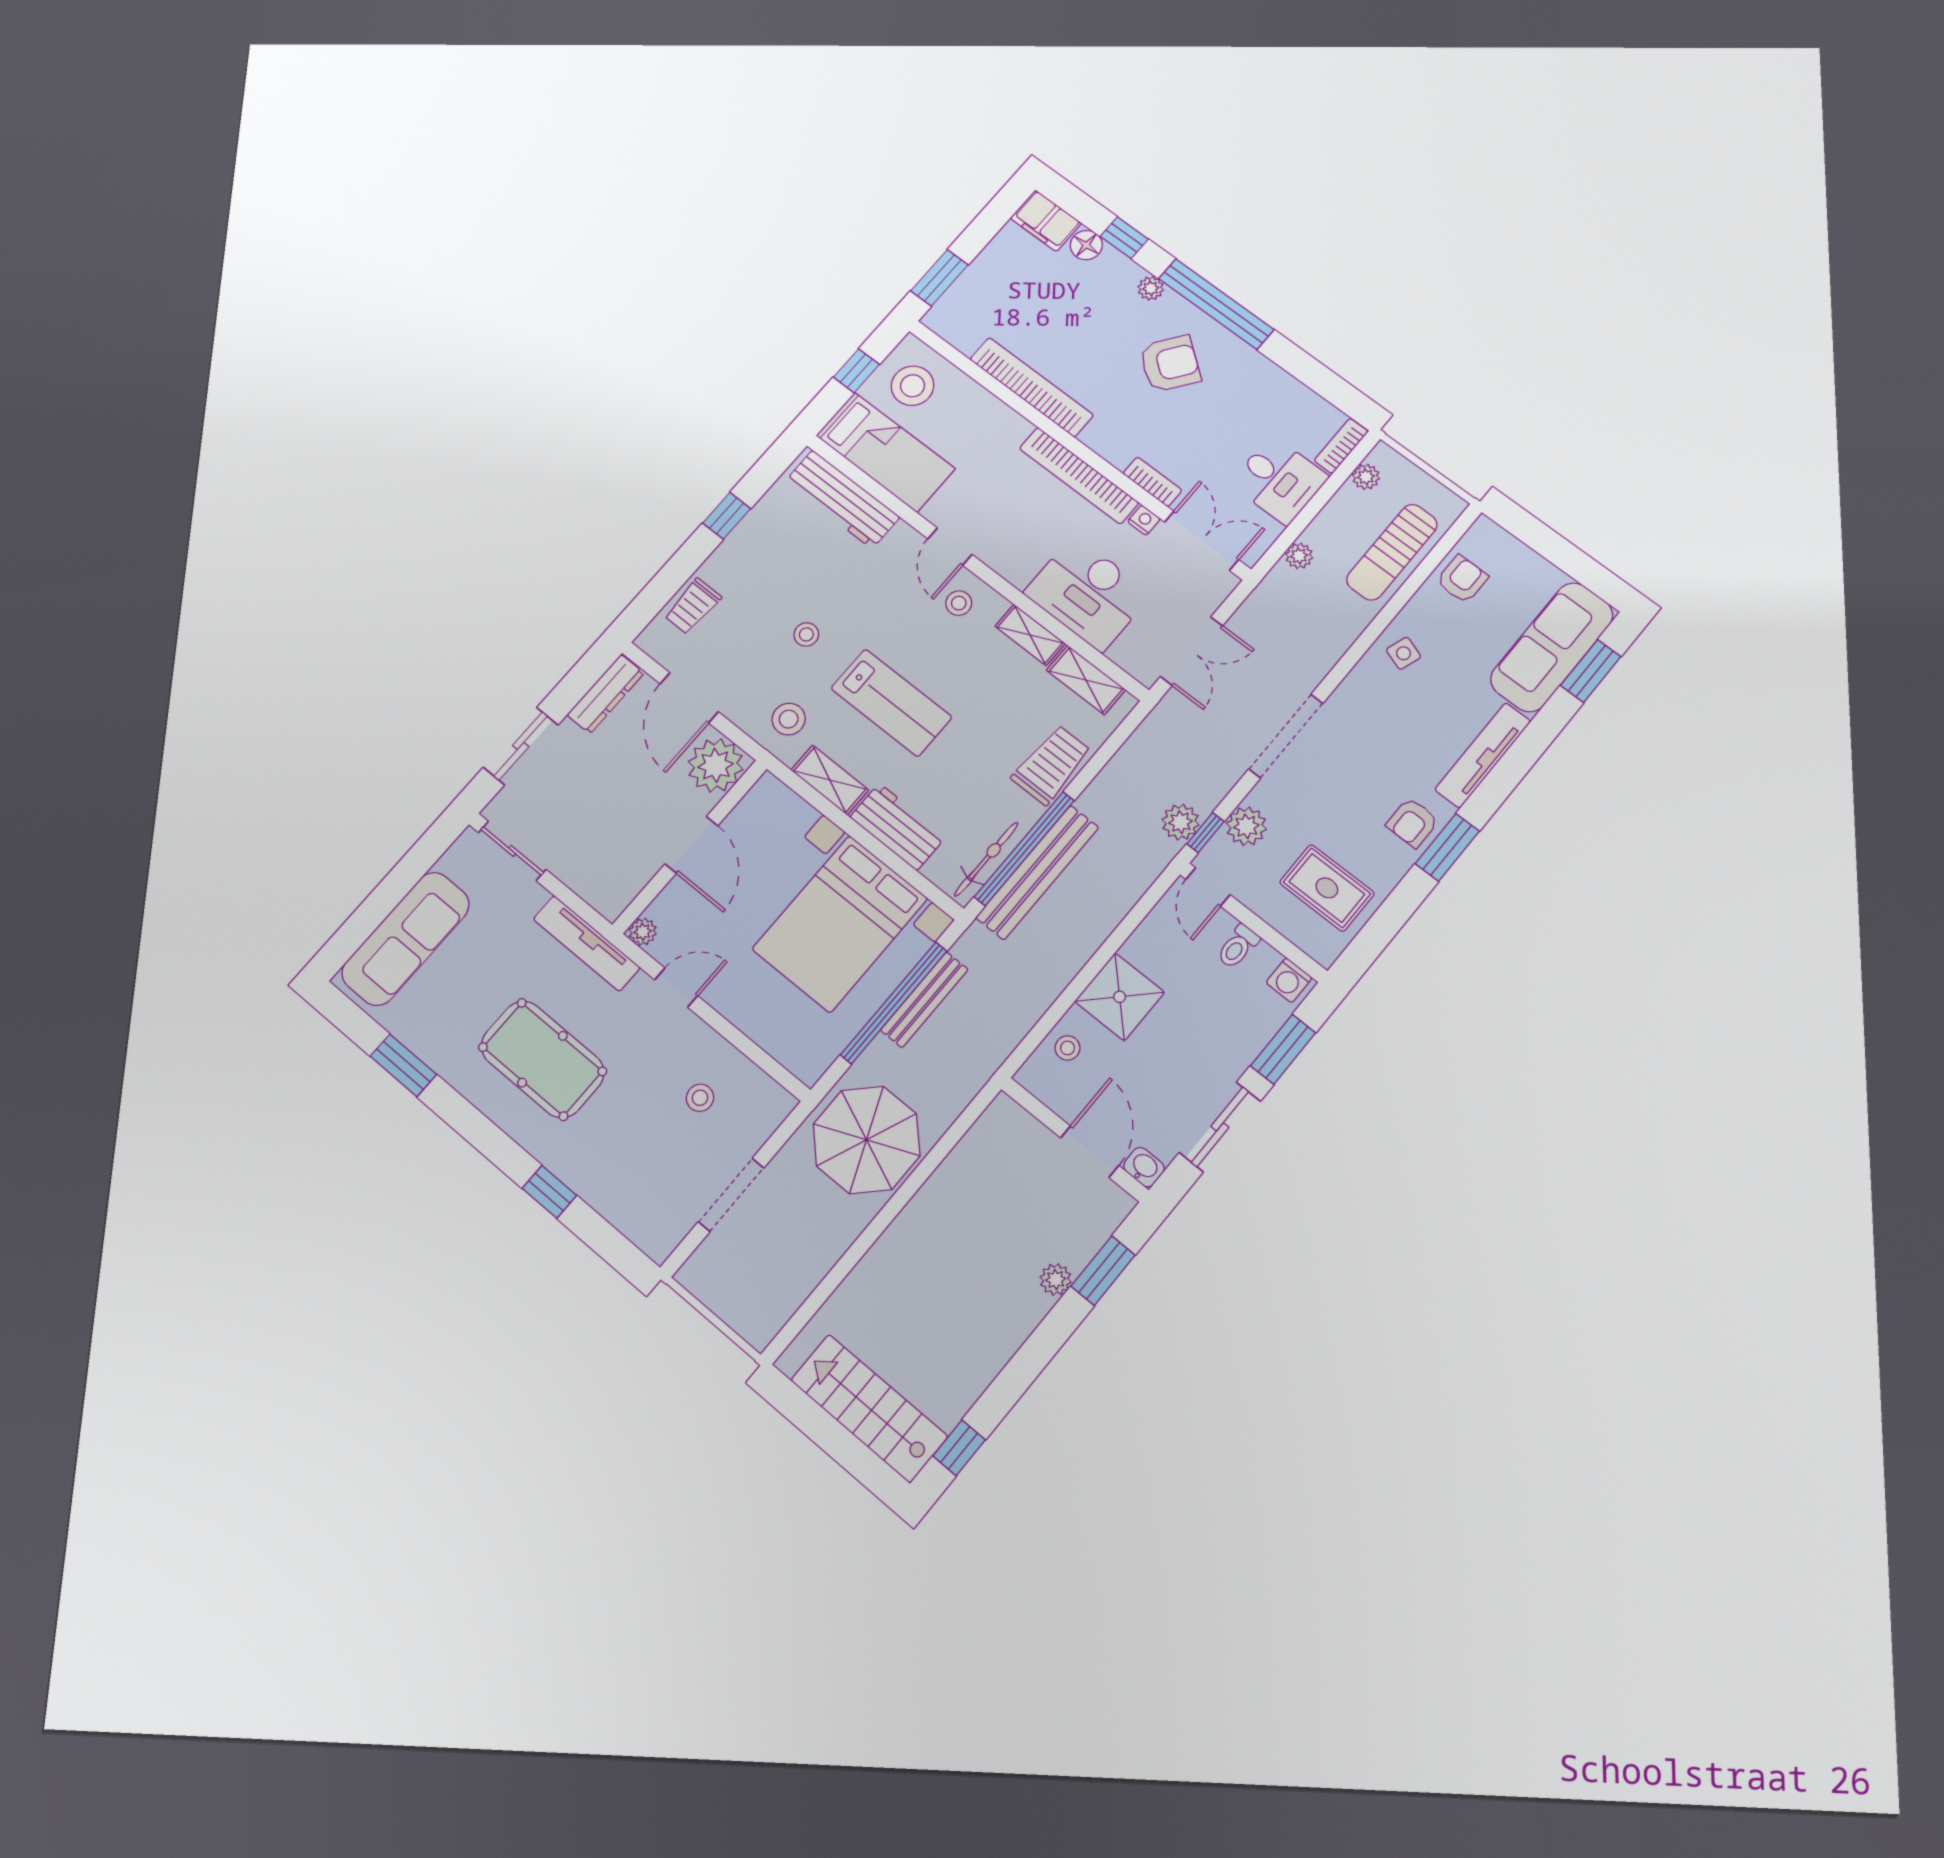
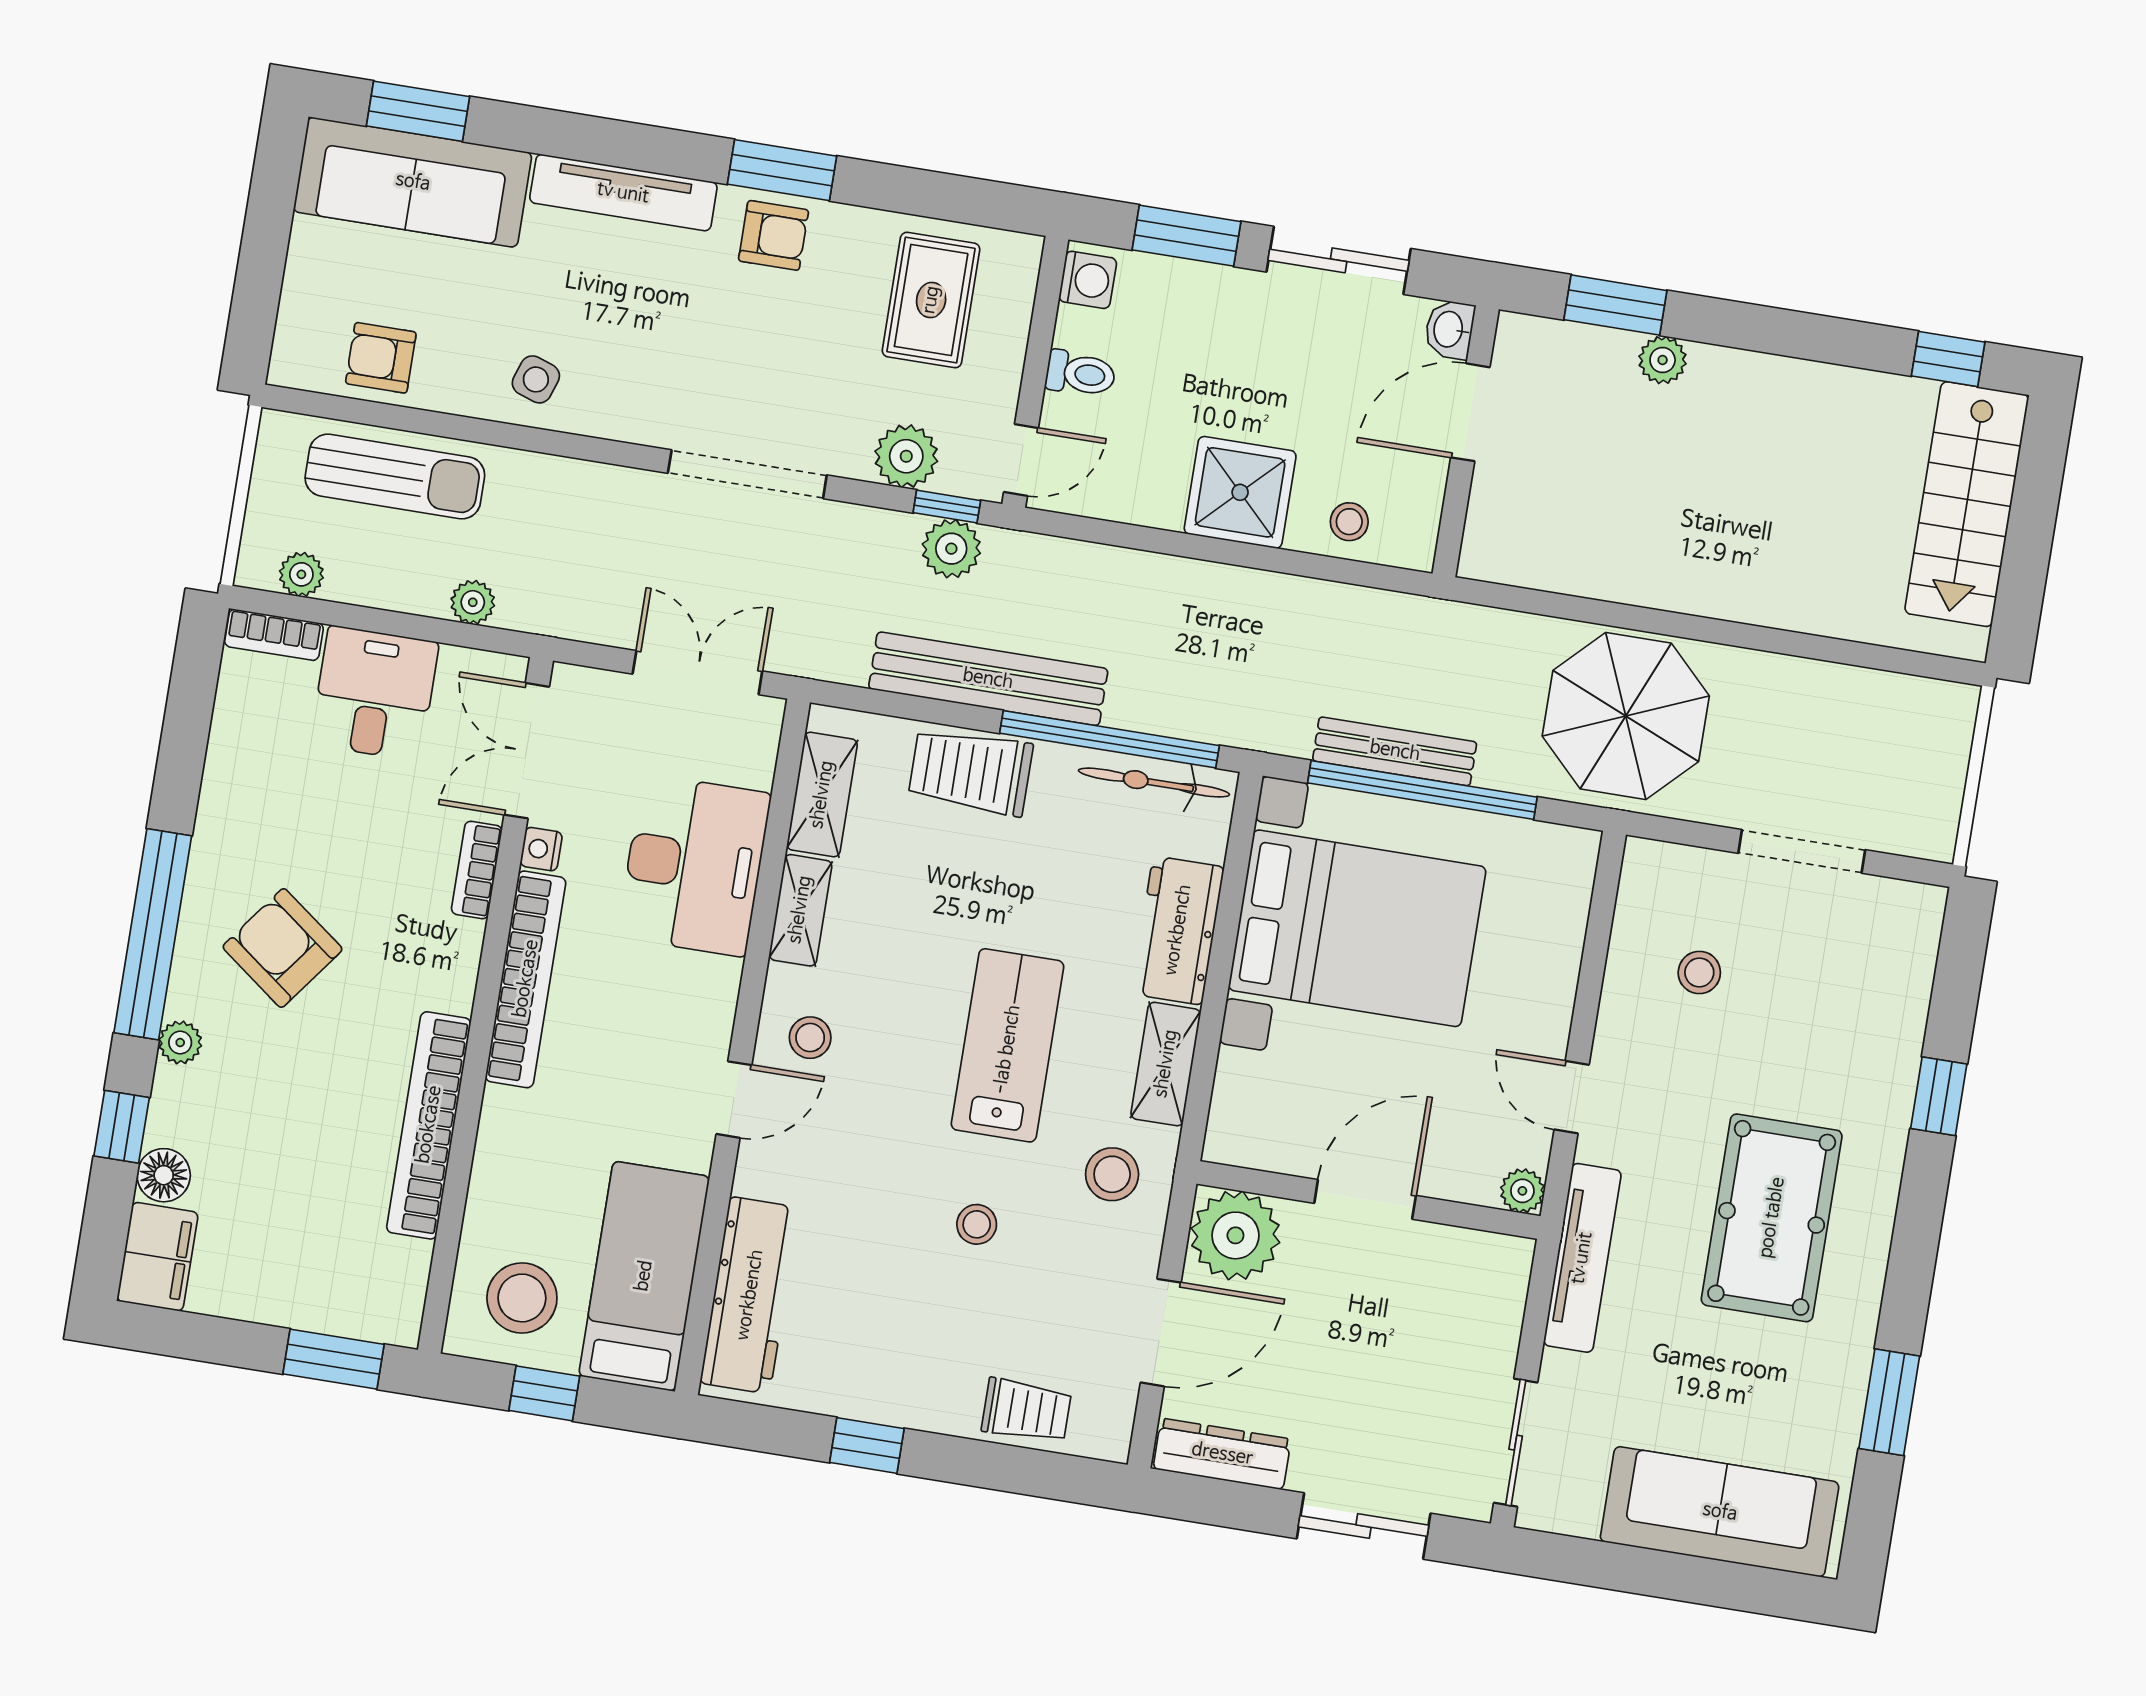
bench: (1037, 872) -> (988, 679), moved

